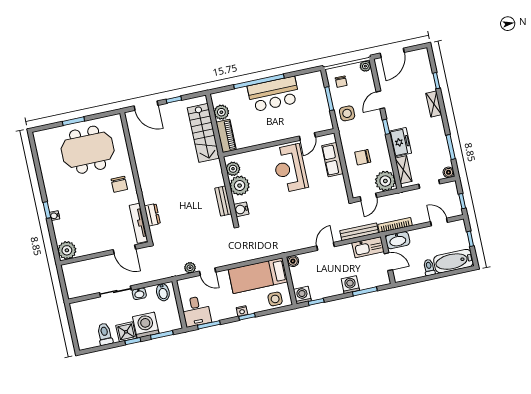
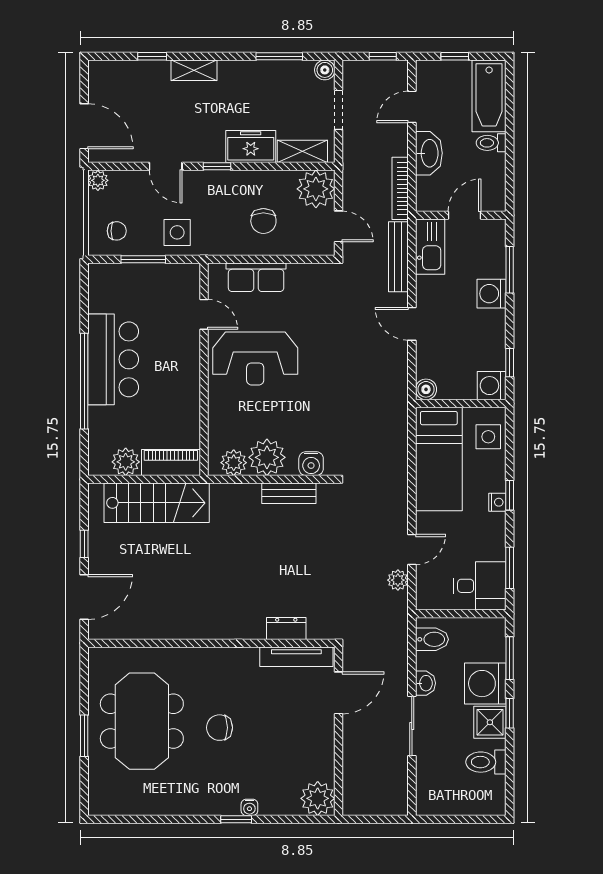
chair: (119, 184) -> (220, 728), moved, turned 180
washbasin: (398, 240) -> (429, 153), moved

